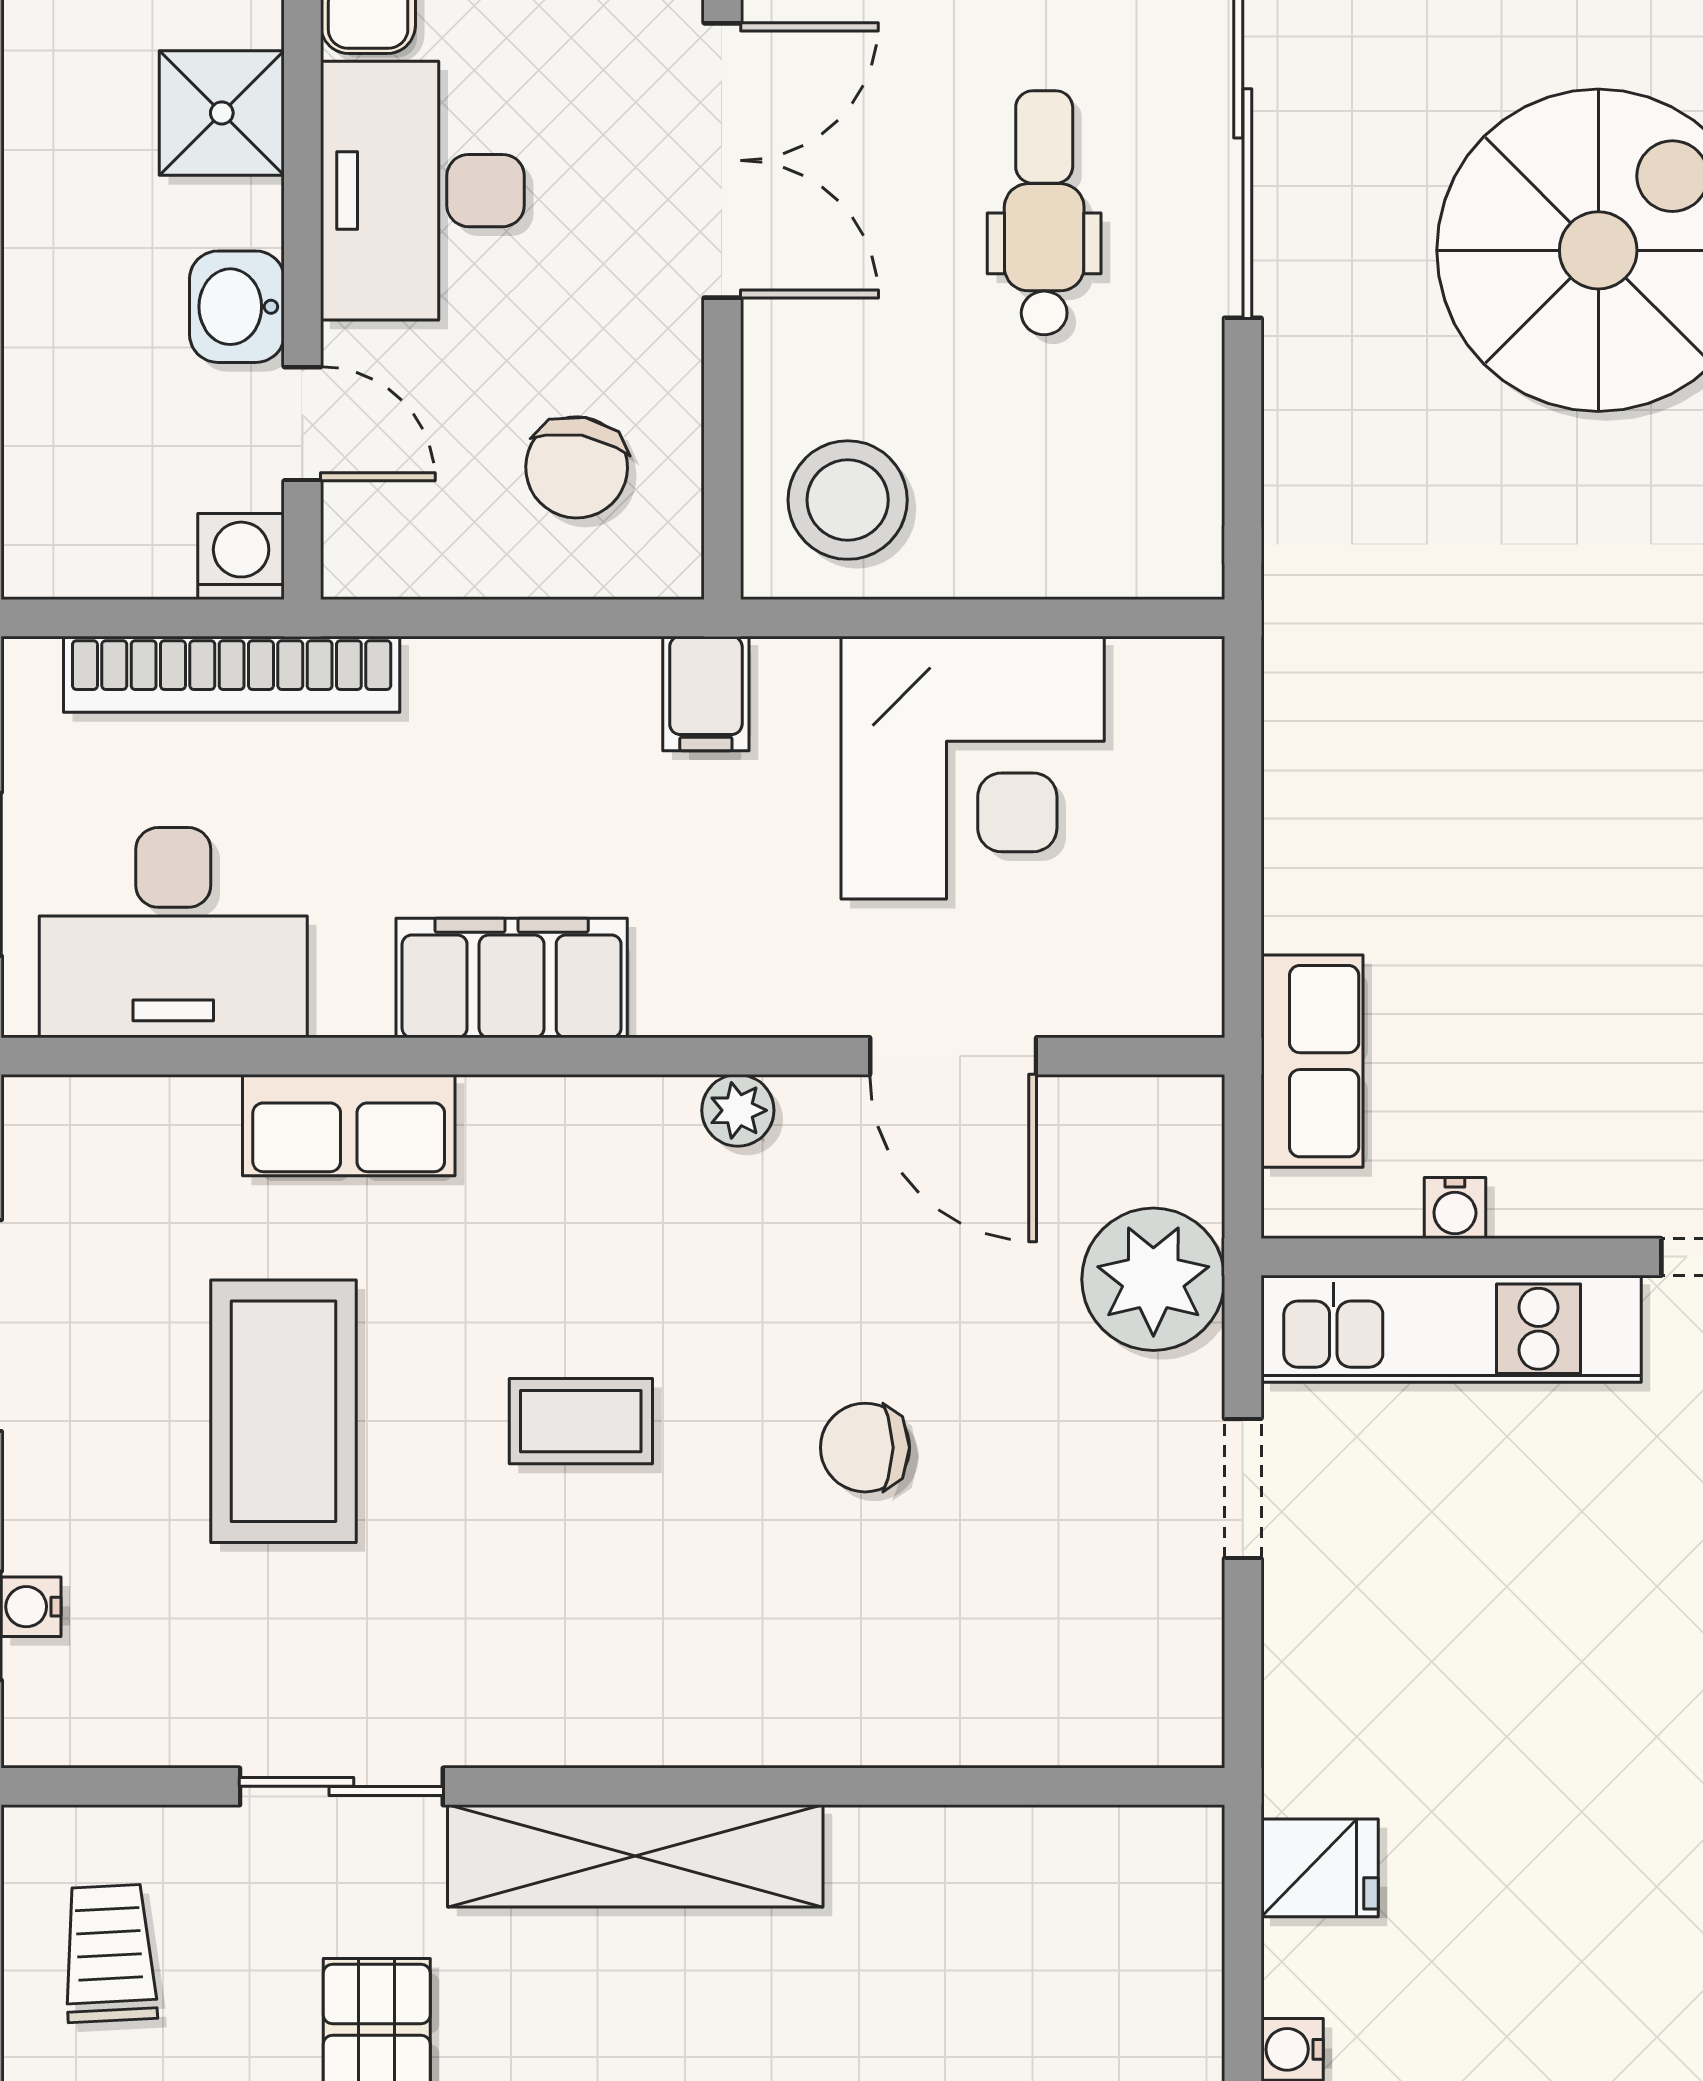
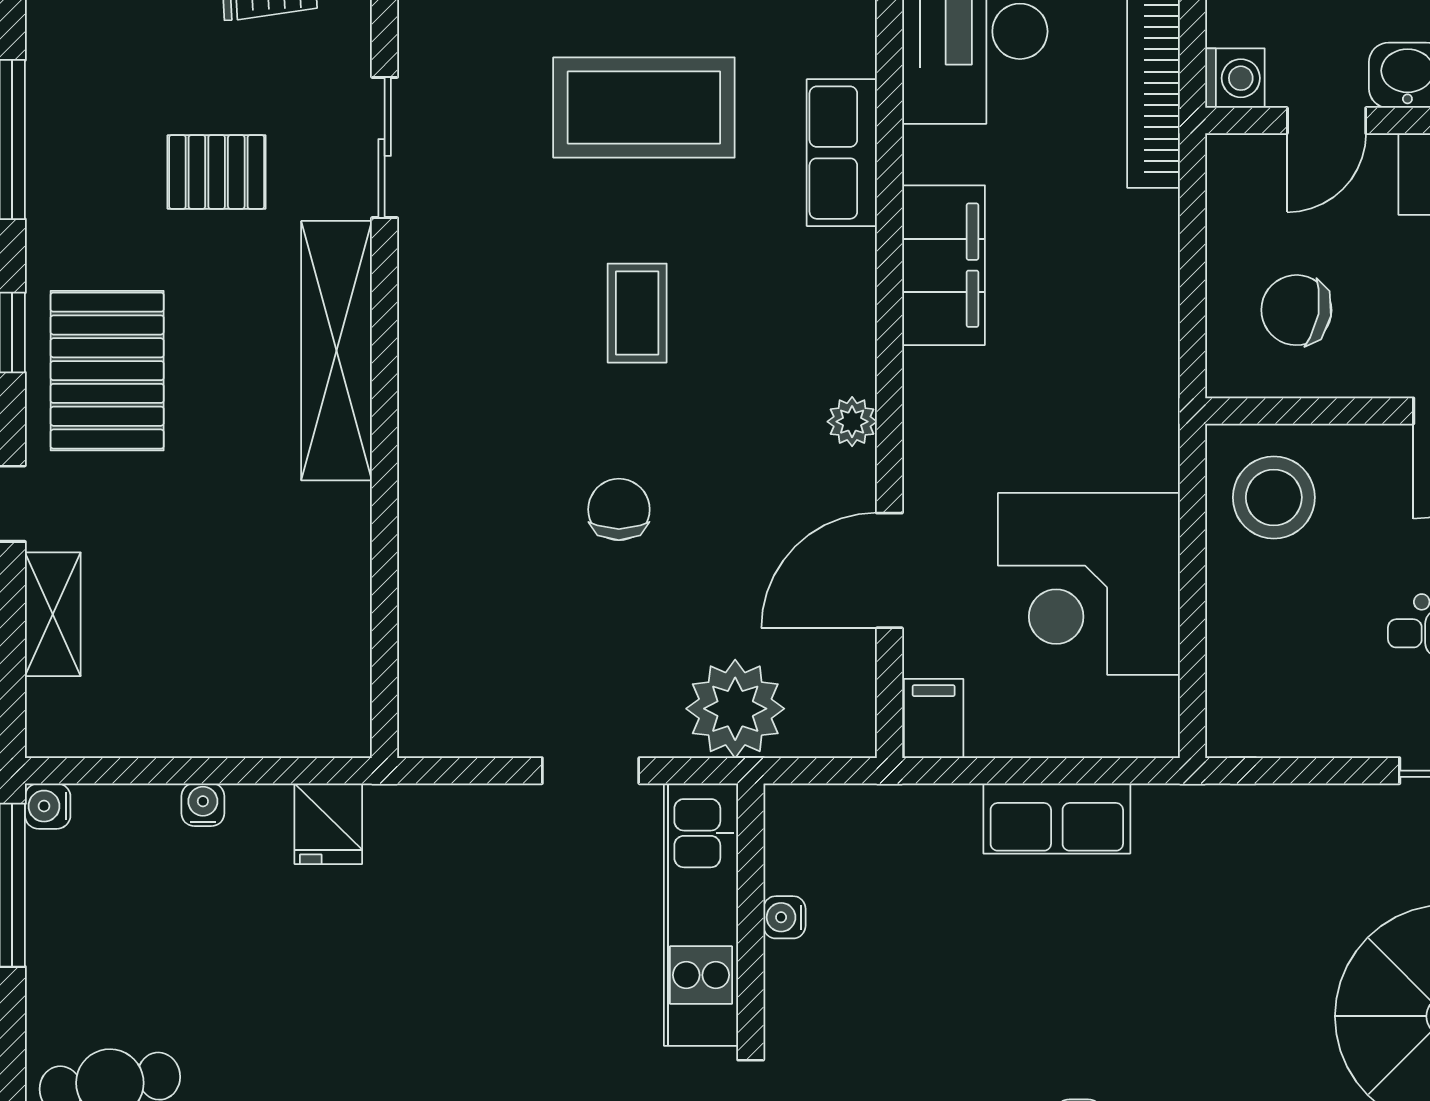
filing cabinet: (706, 693) -> (934, 718), moved, turned 90
row of seats: (1312, 1061) -> (1057, 818), moved

